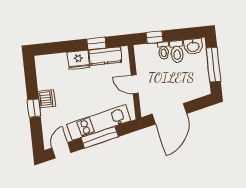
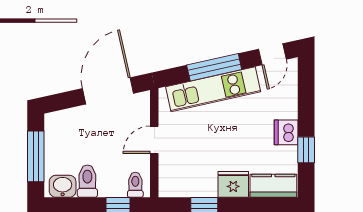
toilet: (164, 50) -> (135, 185), moved
kitchen counter: (105, 56) -> (273, 186), moved
door: (135, 84) -> (154, 140), swing flipped
window: (34, 108) -> (306, 150), moved

